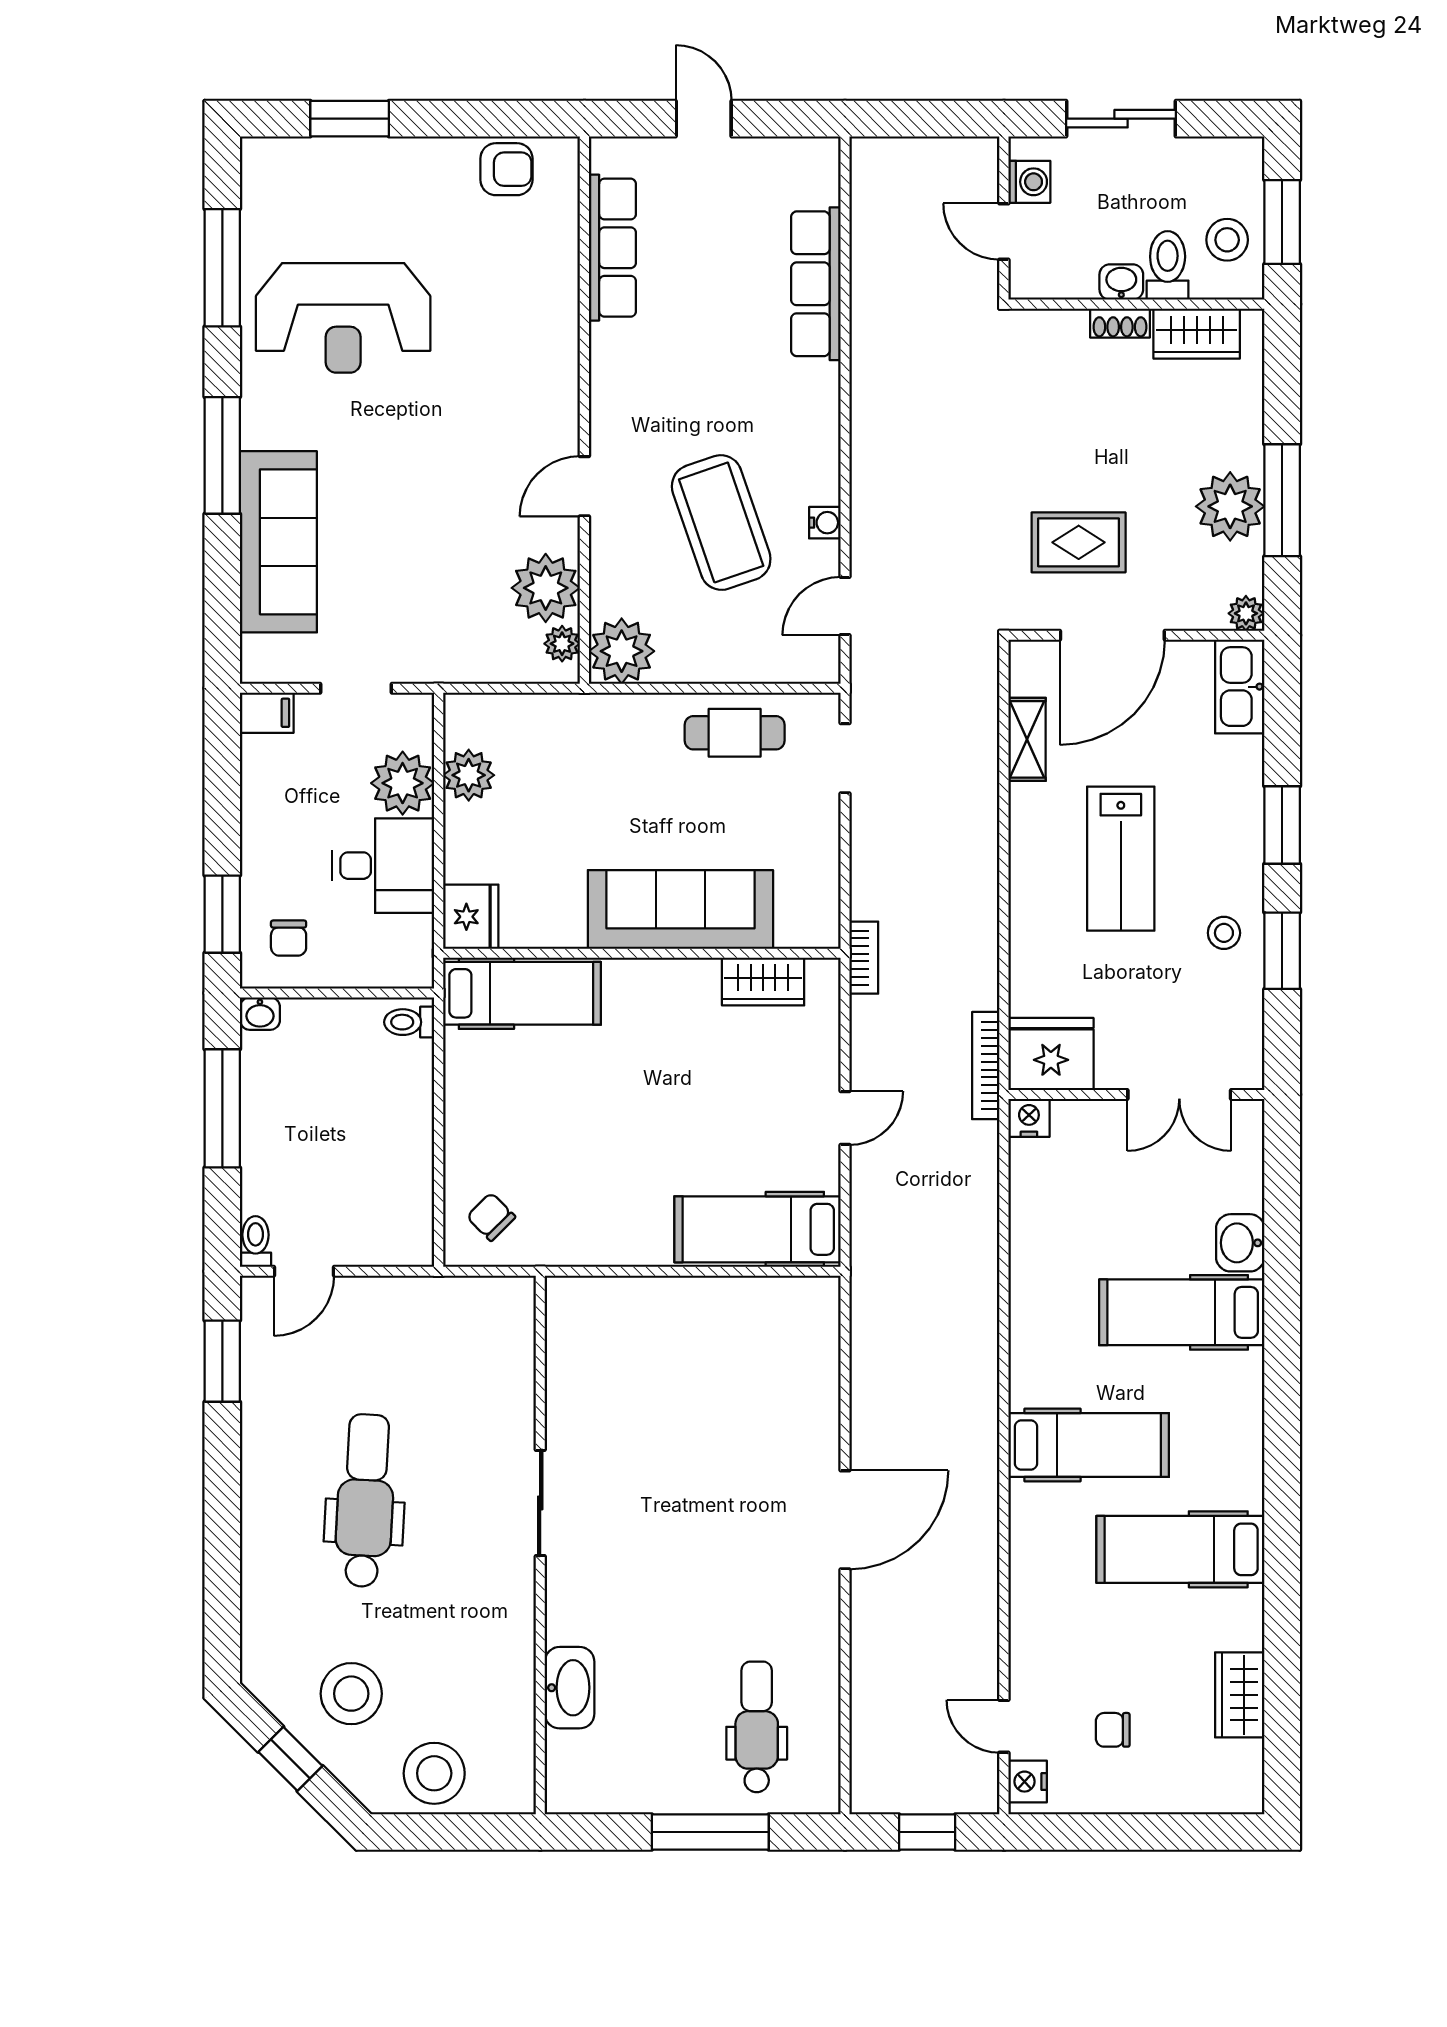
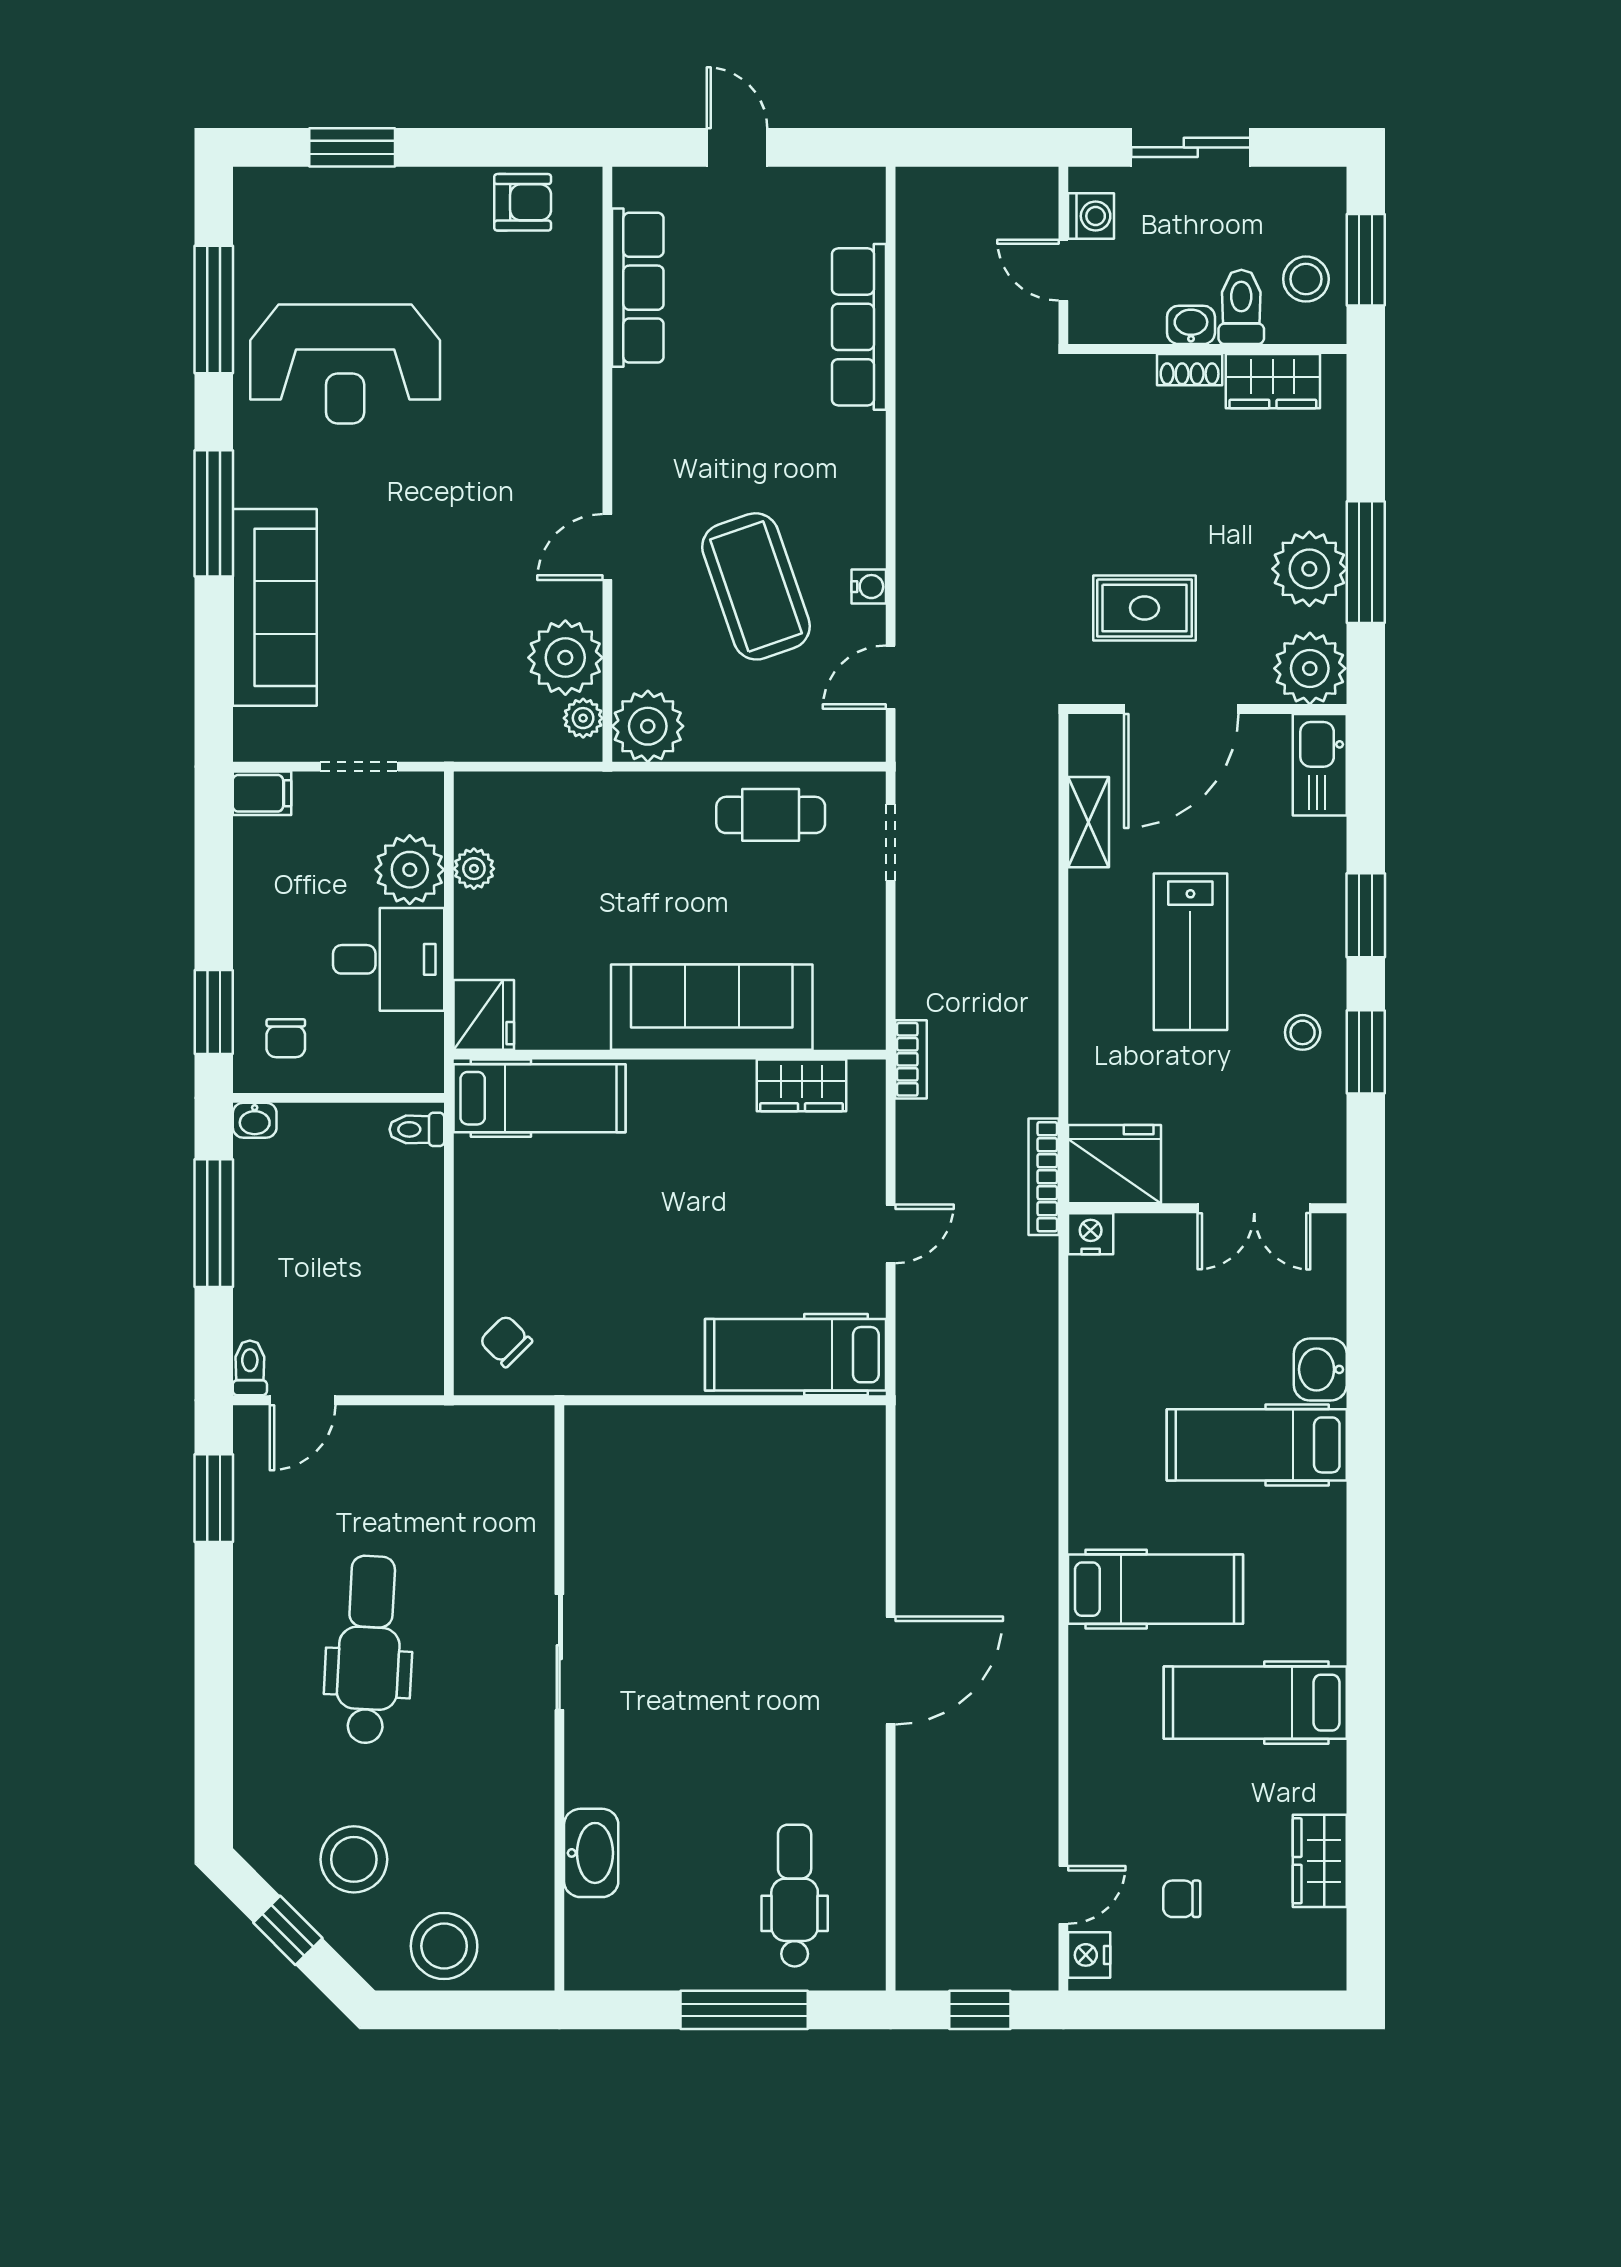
plant: (1246, 613) -> (1310, 668), width x1.87, depth x1.87
plant: (469, 775) -> (474, 869), width x0.73, depth x0.73
door: (1004, 1726) -> (1063, 1895), swing flipped

